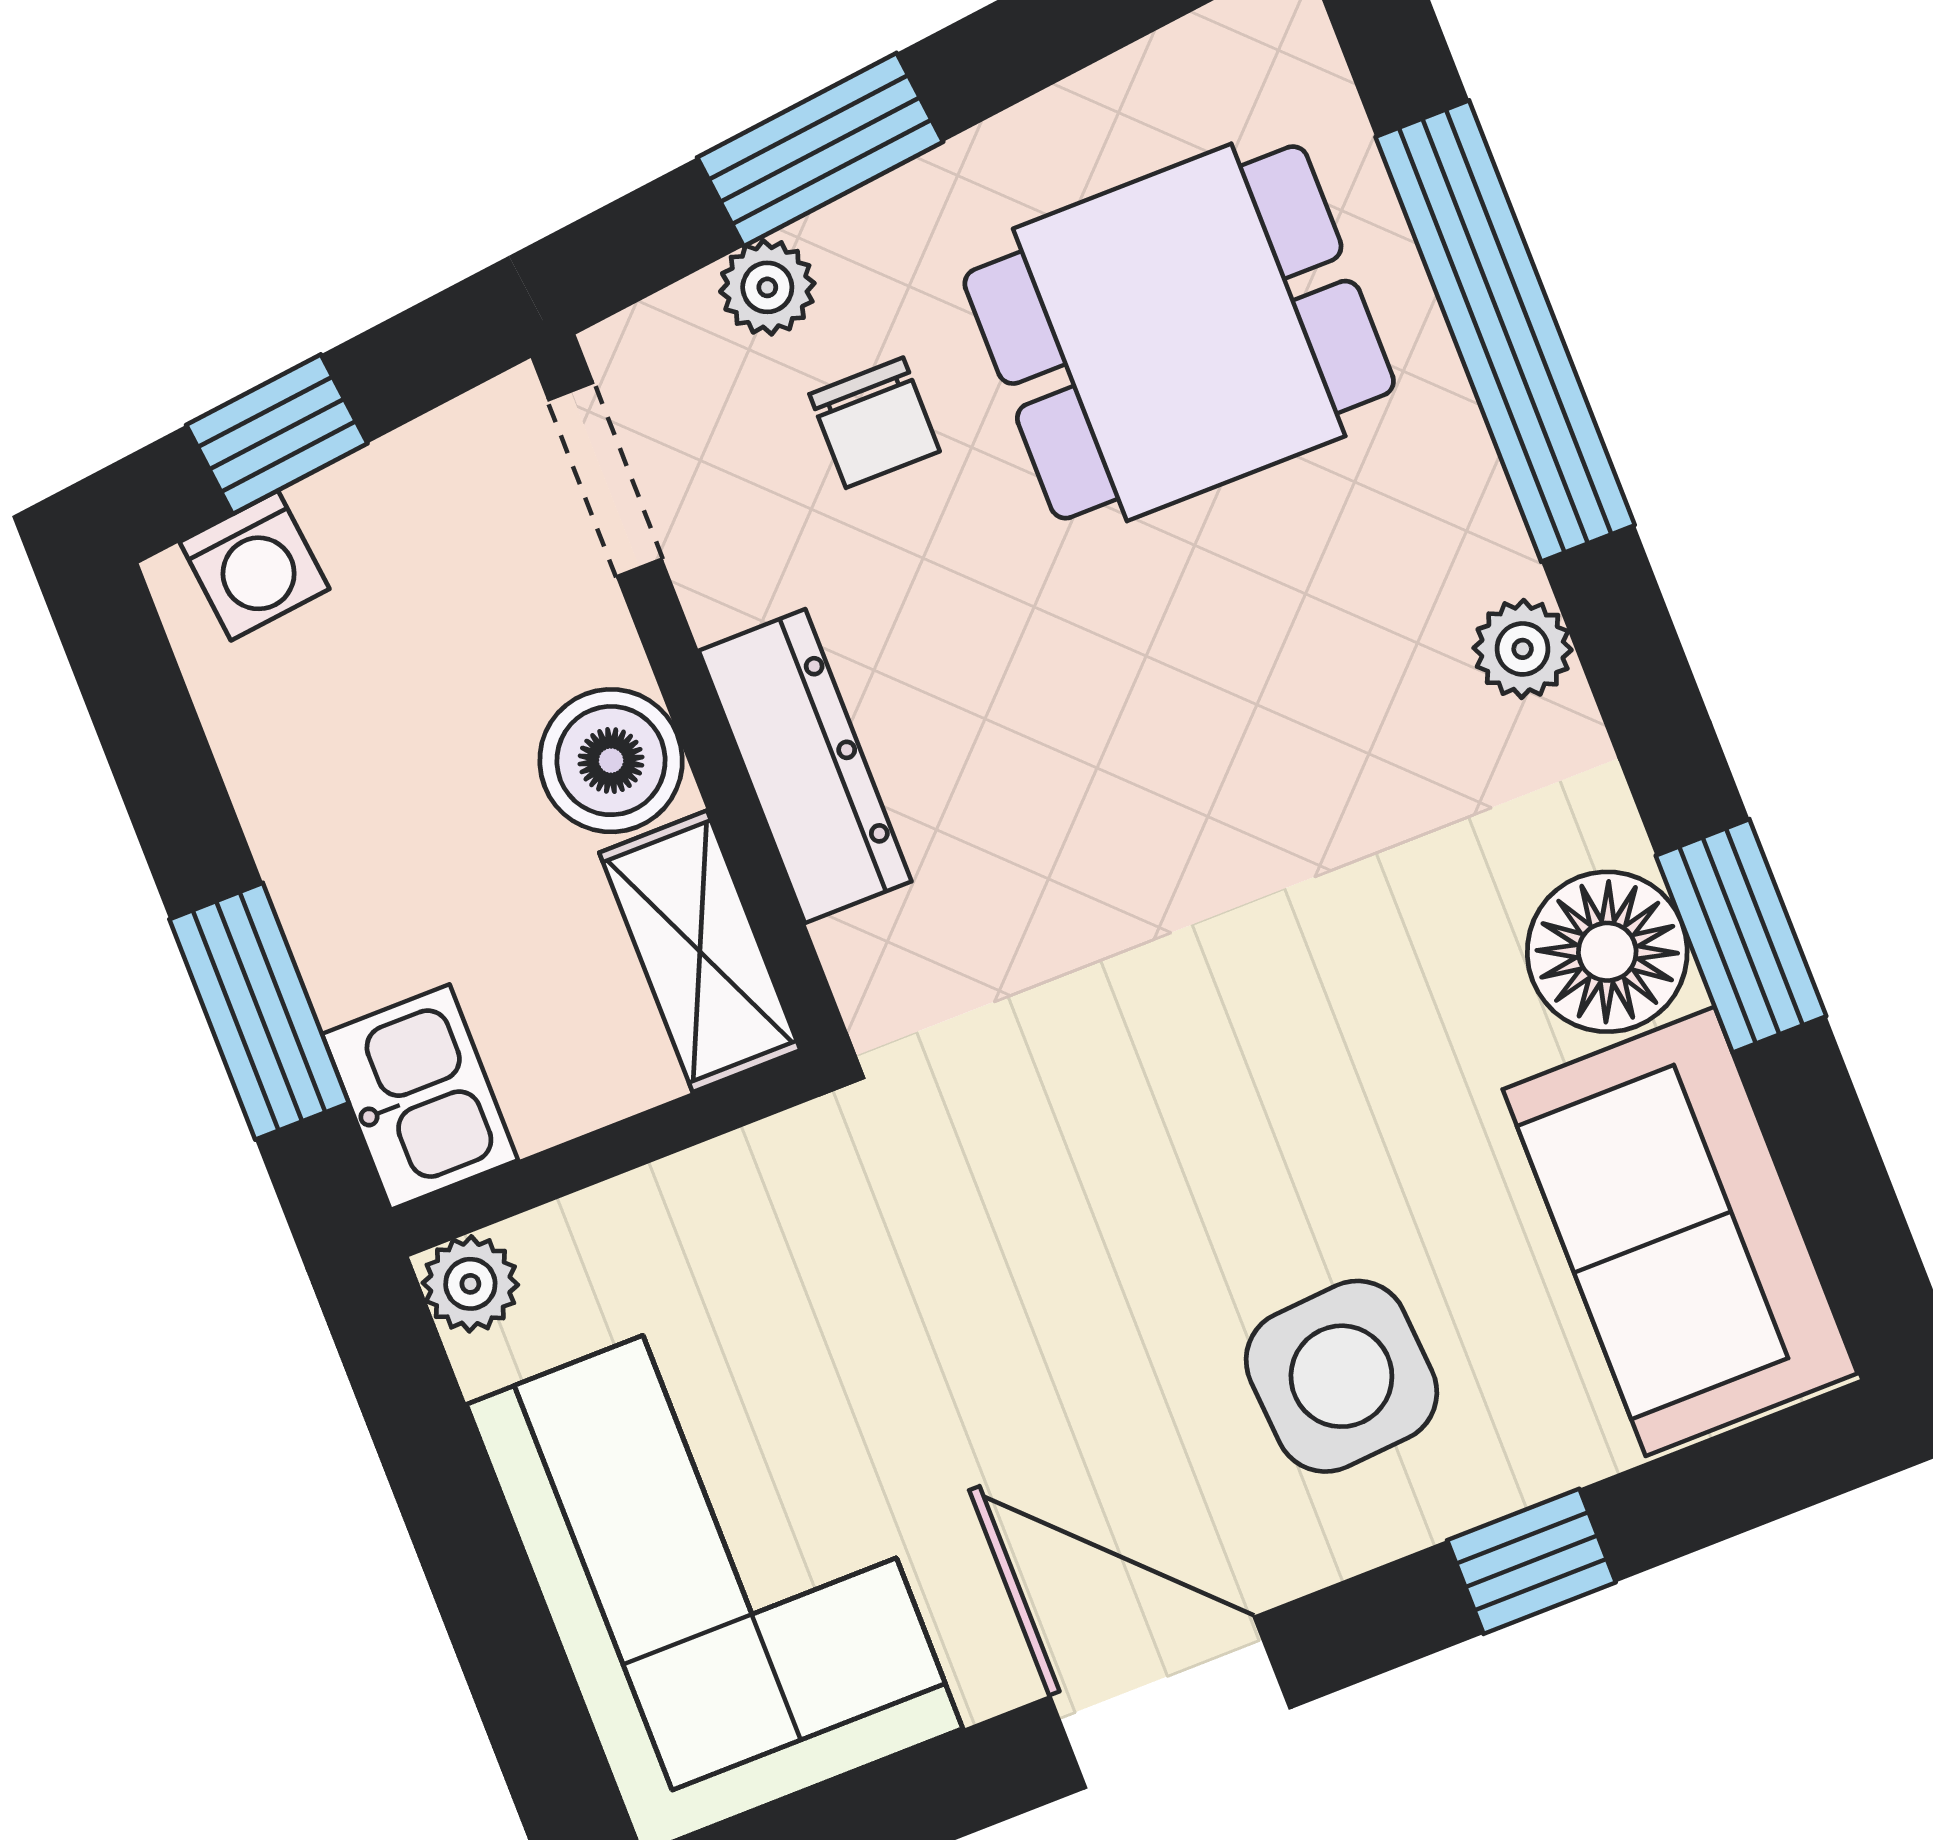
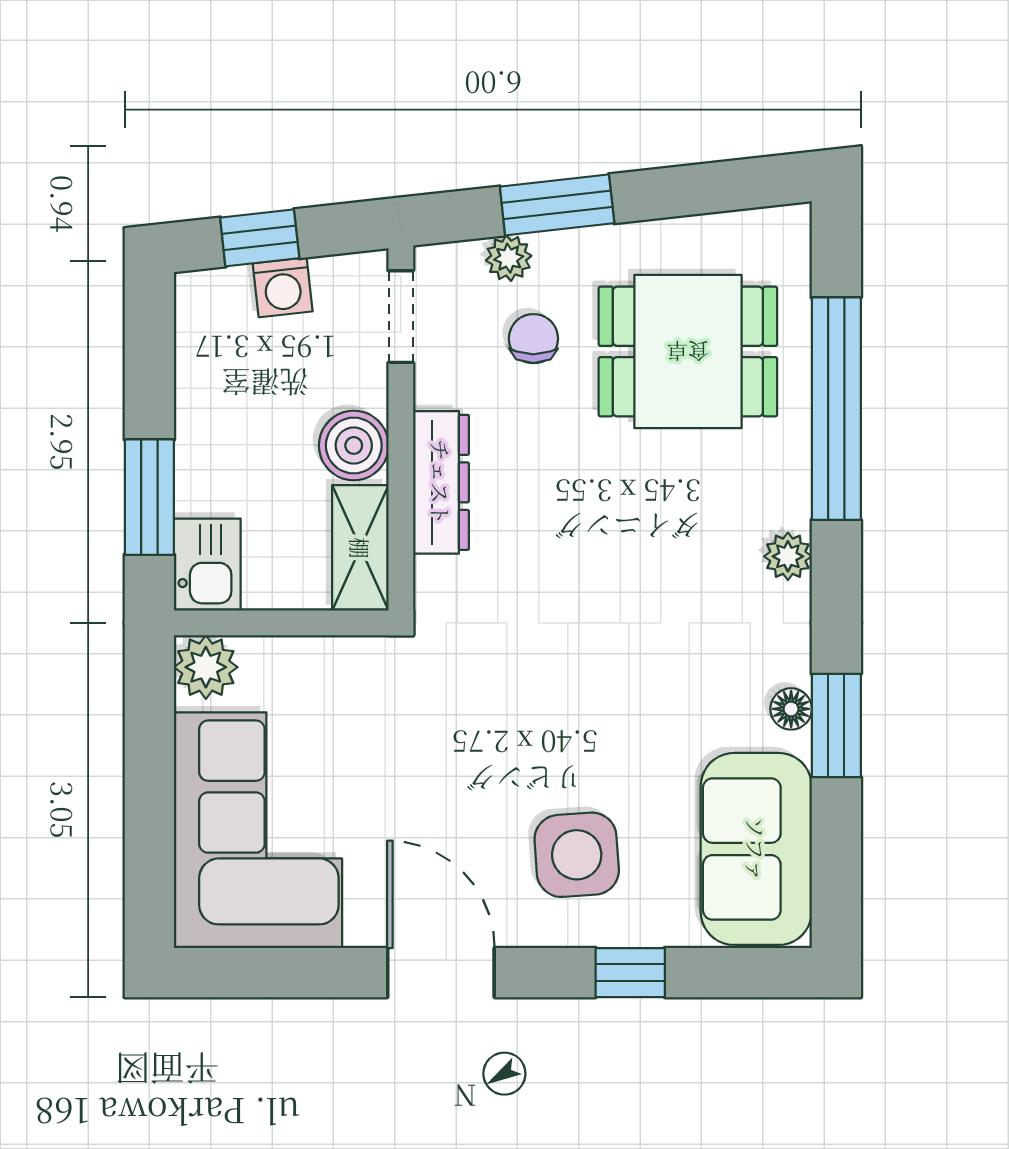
chair: (875, 423) -> (533, 339), turned 180
washing machine: (254, 565) -> (283, 287), moved
floor lamp: (1607, 952) -> (791, 709), width x0.53, depth x0.53
plant: (470, 1284) -> (206, 667), width x1.38, depth x1.38

